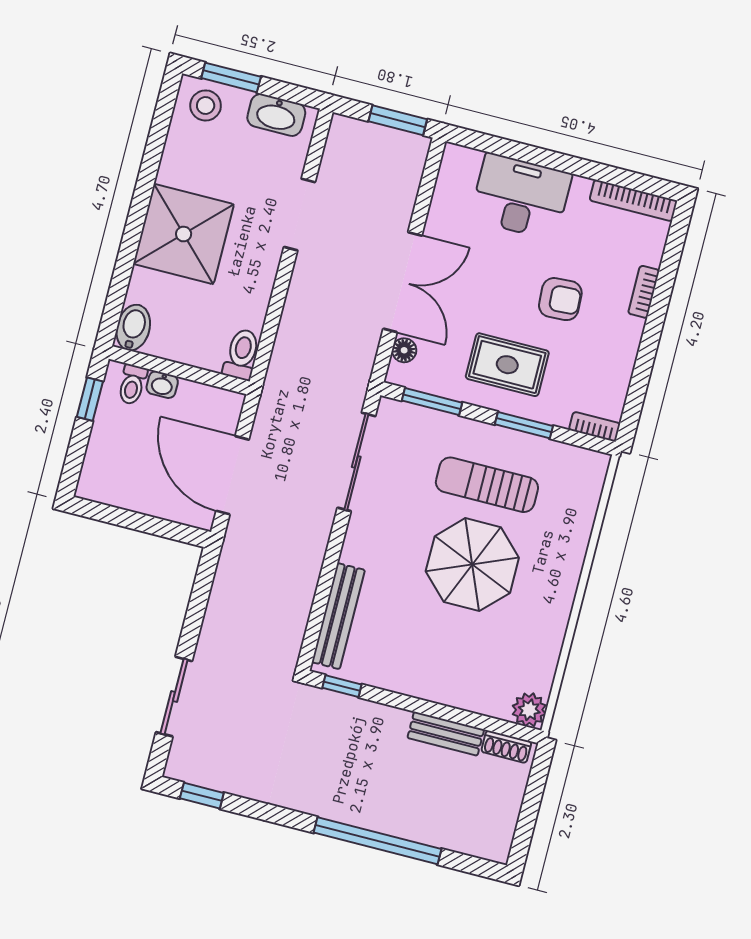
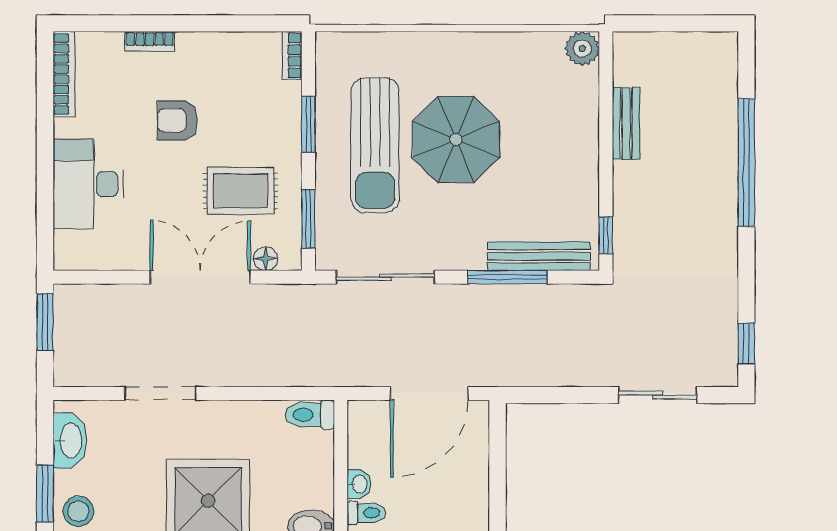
armchair: (560, 299) -> (177, 120), turned -87
rug: (507, 365) -> (240, 191), moved, turned 90
sun lounger: (487, 485) -> (375, 145), width x1.36, depth x1.34
window: (326, 580) -> (507, 277), added
shoe rack: (506, 747) -> (624, 61), removed

